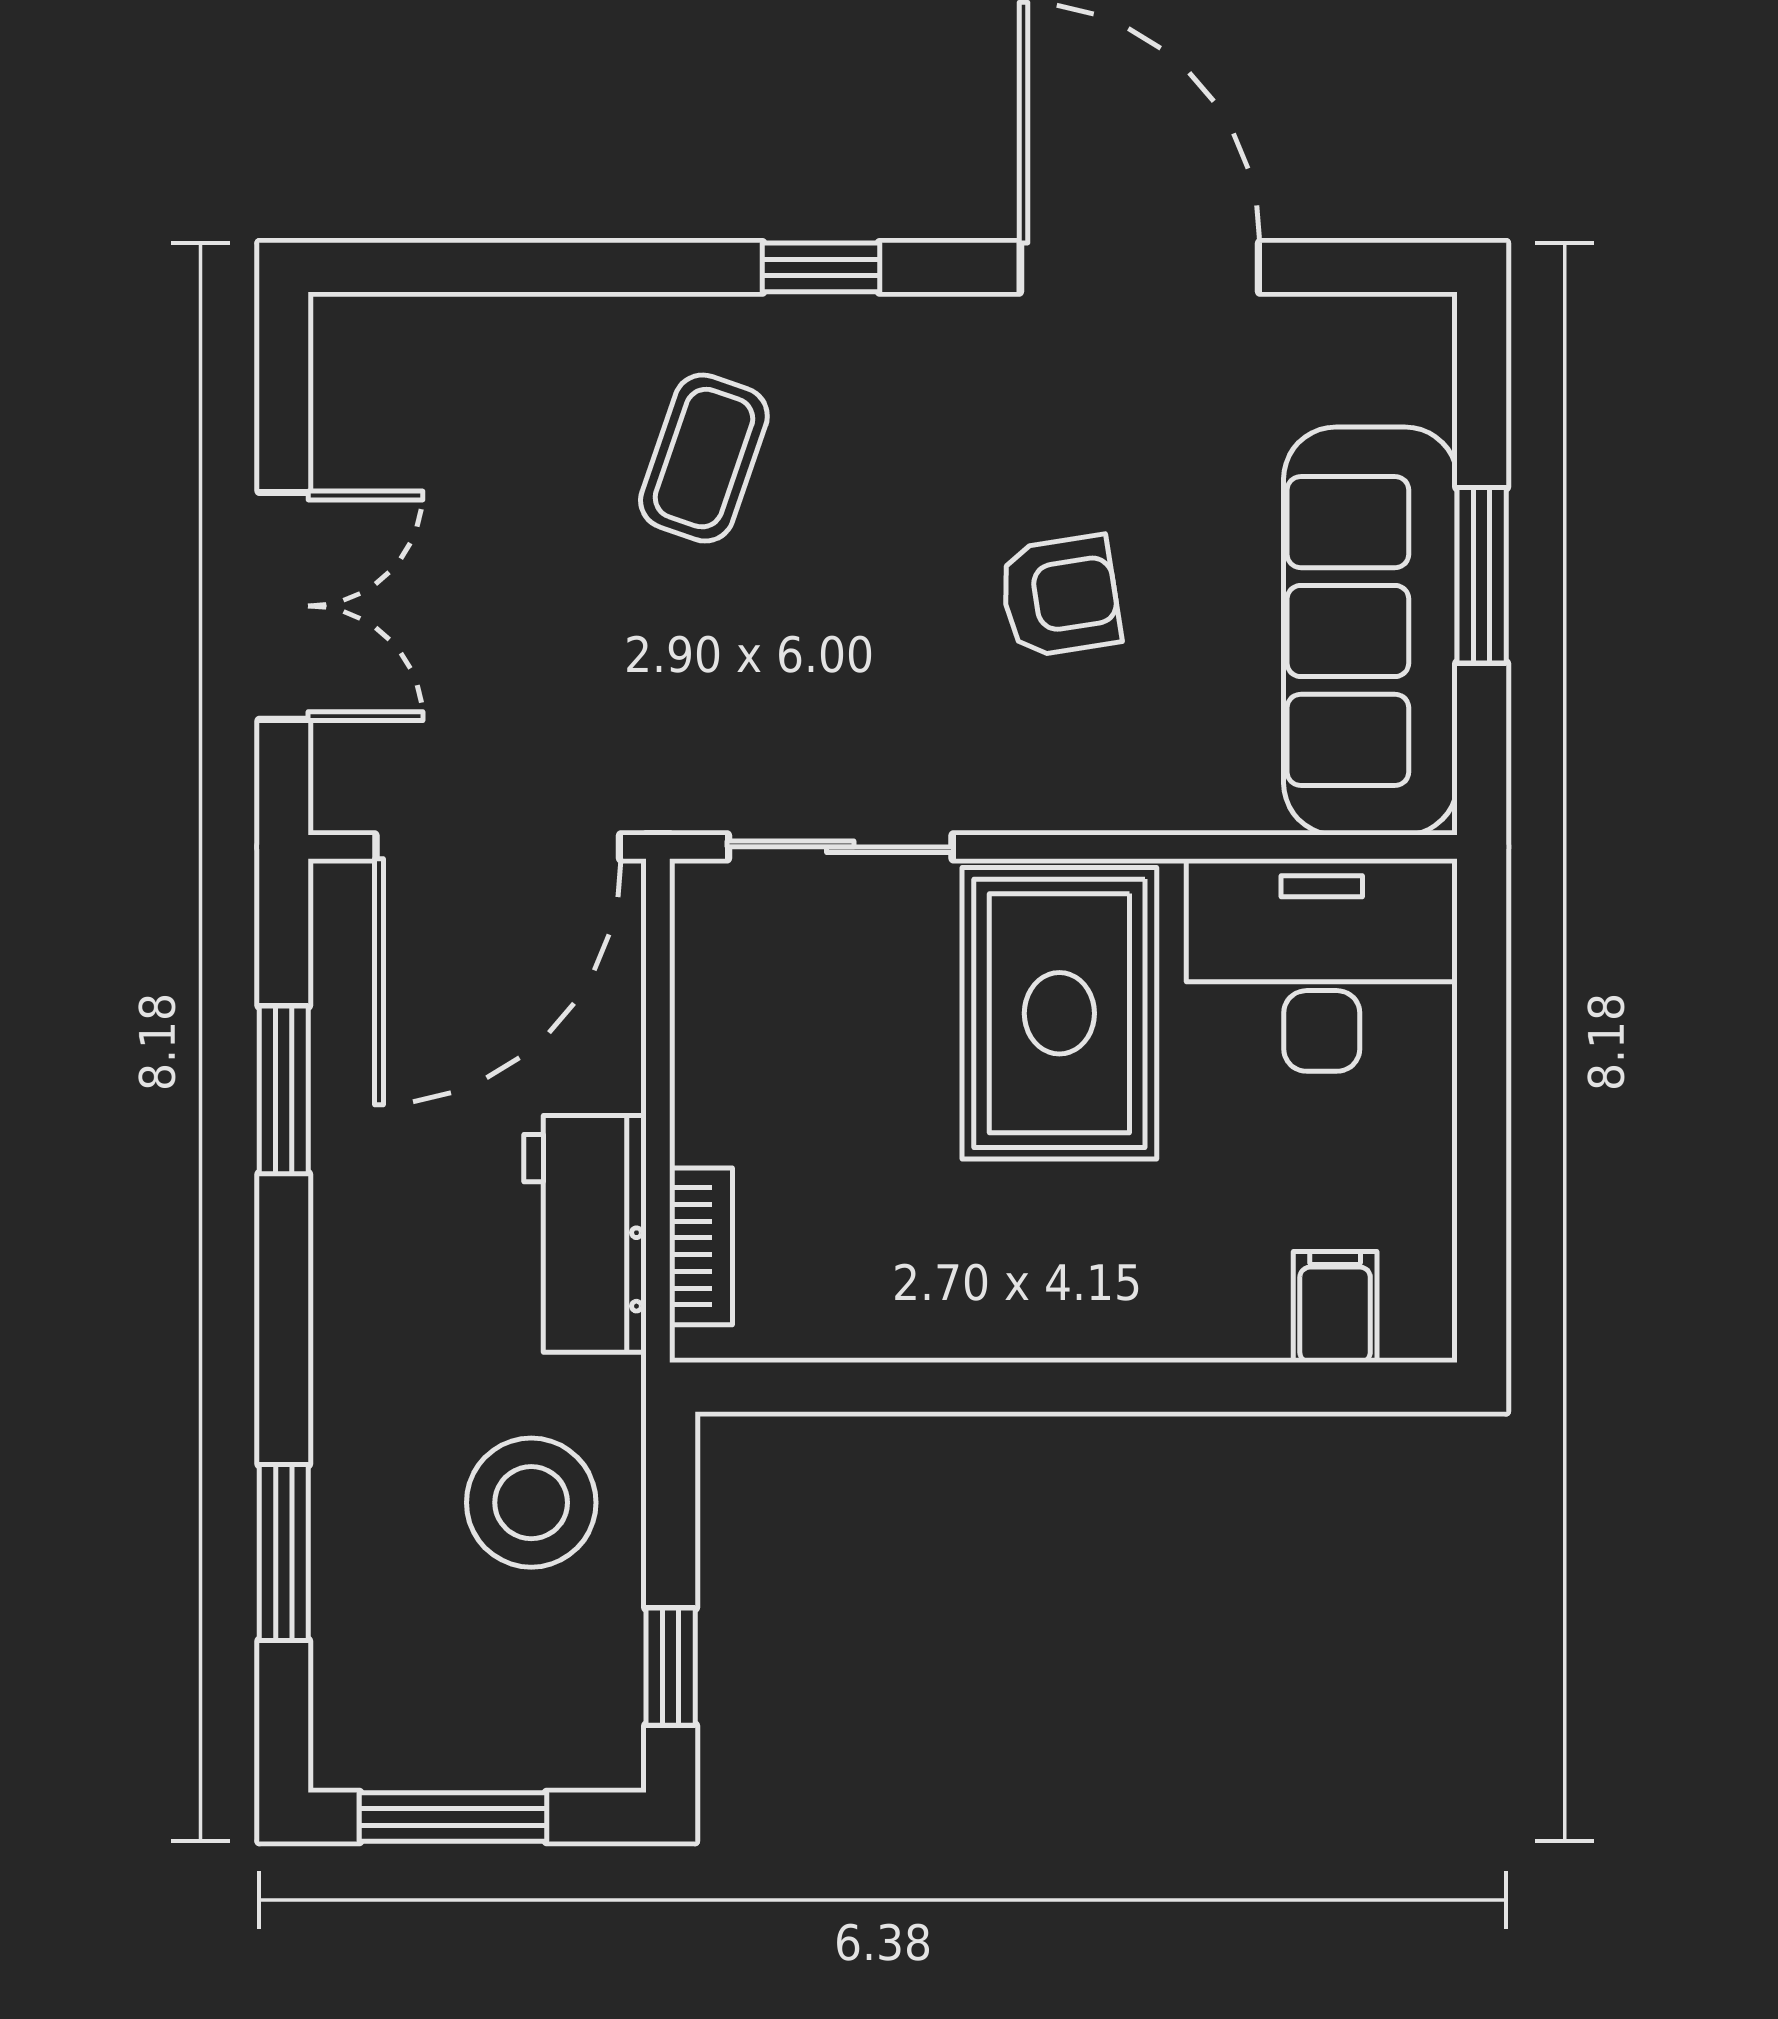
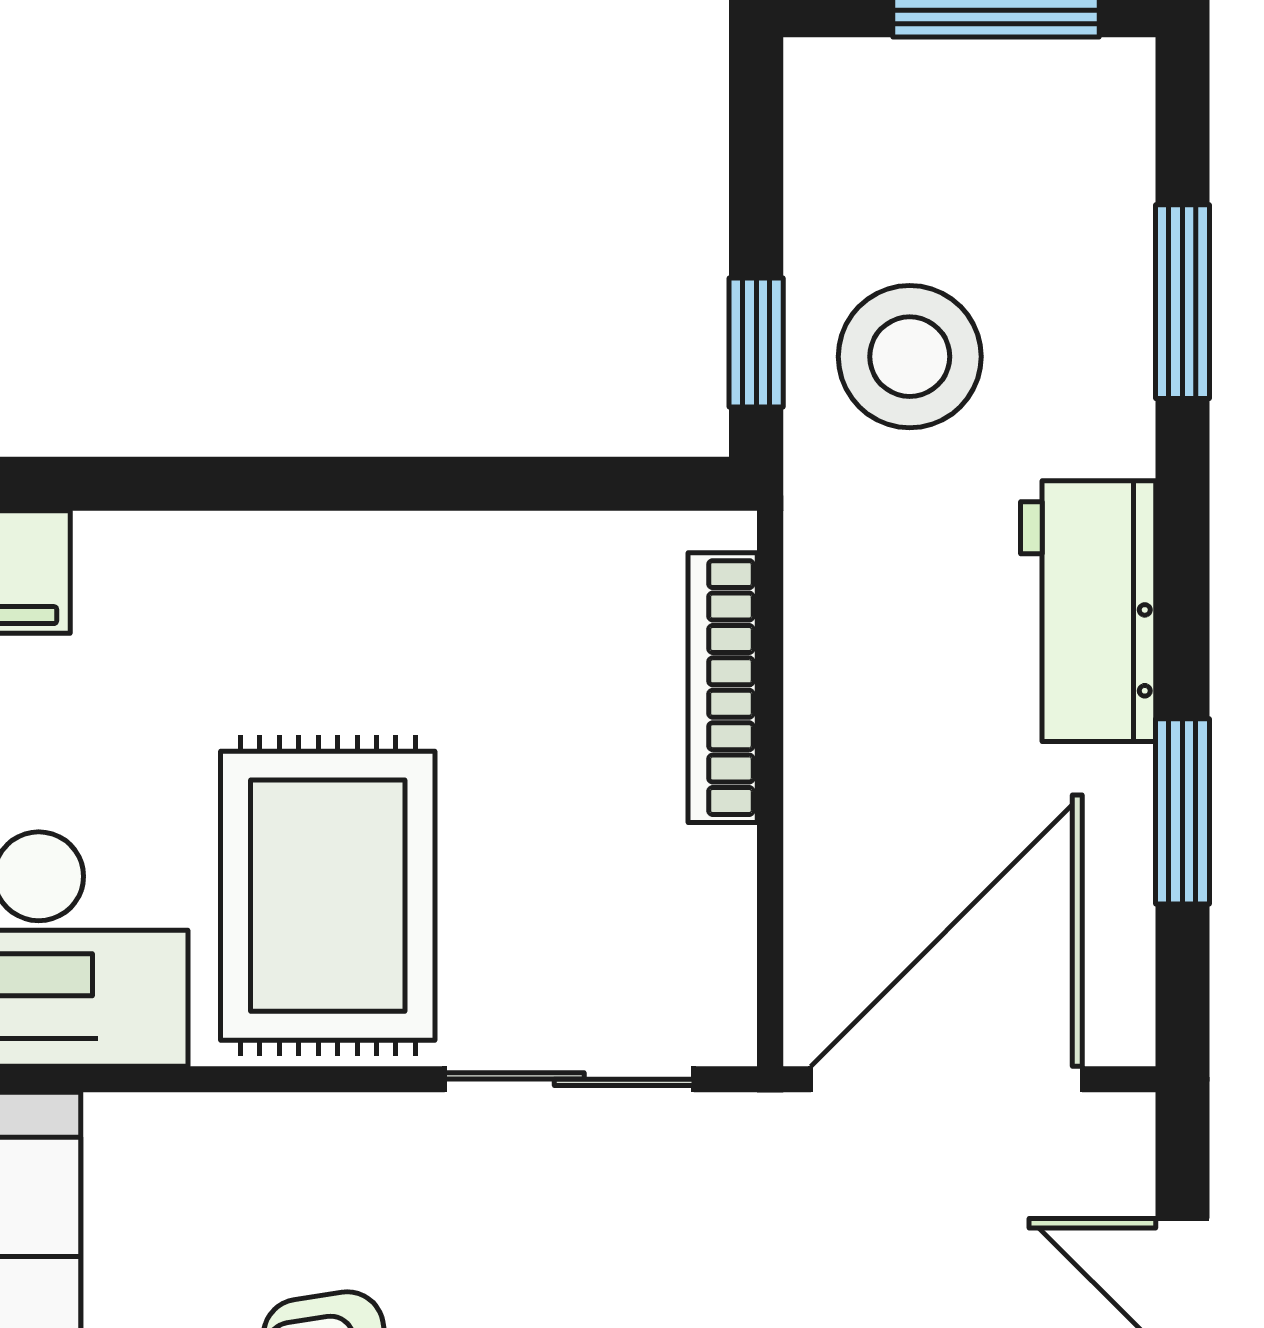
workbench: (585, 1234) -> (1088, 611), moved, turned 180
bookcase: (701, 1246) -> (723, 688), width x1.56
window: (671, 1667) -> (756, 343), moved

